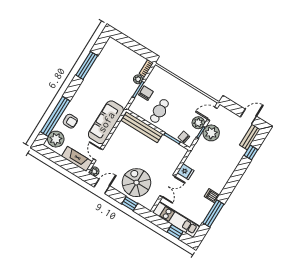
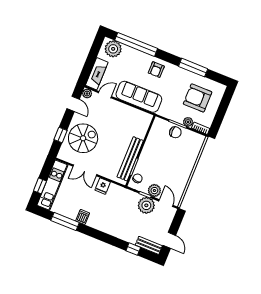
armchair: (117, 66) -> (198, 98), added
cafe table: (159, 111) -> (160, 149), removed
armchair: (70, 121) -> (156, 70), moved
bench: (142, 127) -> (130, 159), moved

